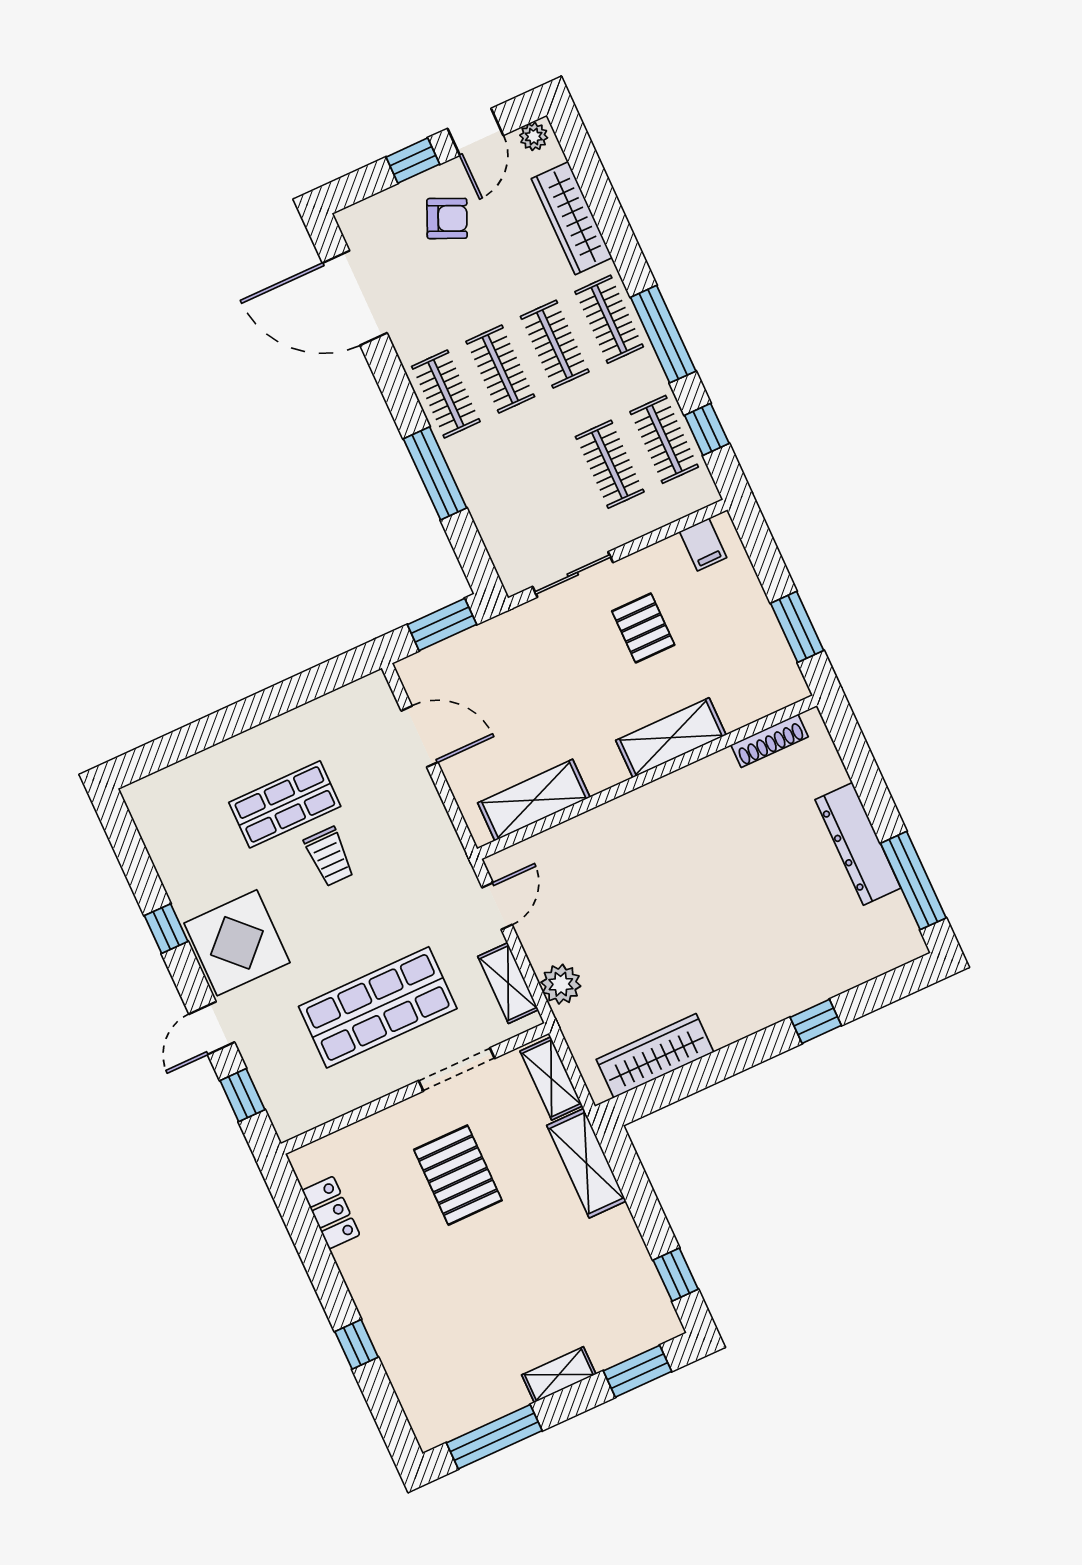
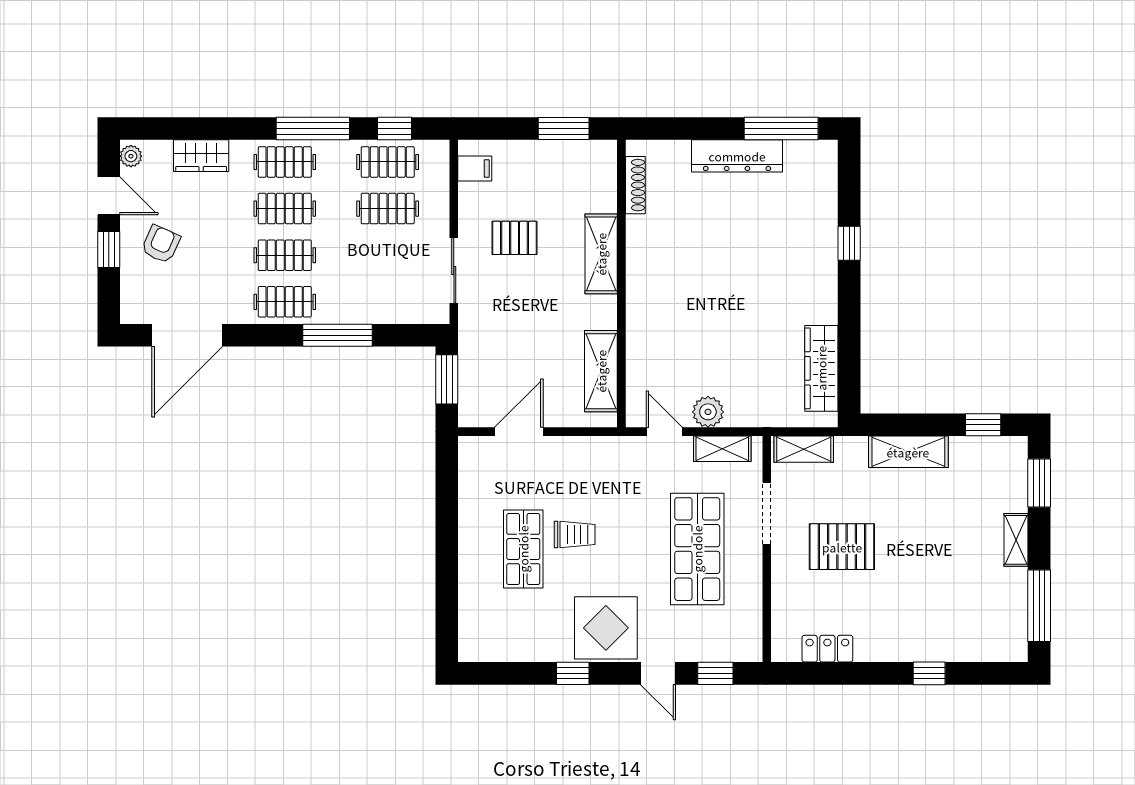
wardrobe: (572, 218) -> (201, 156), width x0.67
plant: (561, 984) -> (708, 412), moved
shelving: (586, 1163) -> (908, 452), moved

